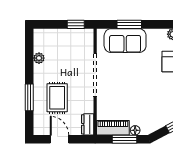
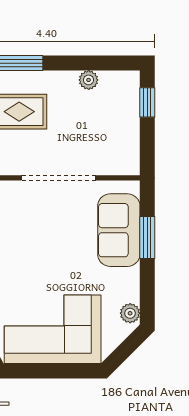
window: (76, 24) -> (147, 102), moved

